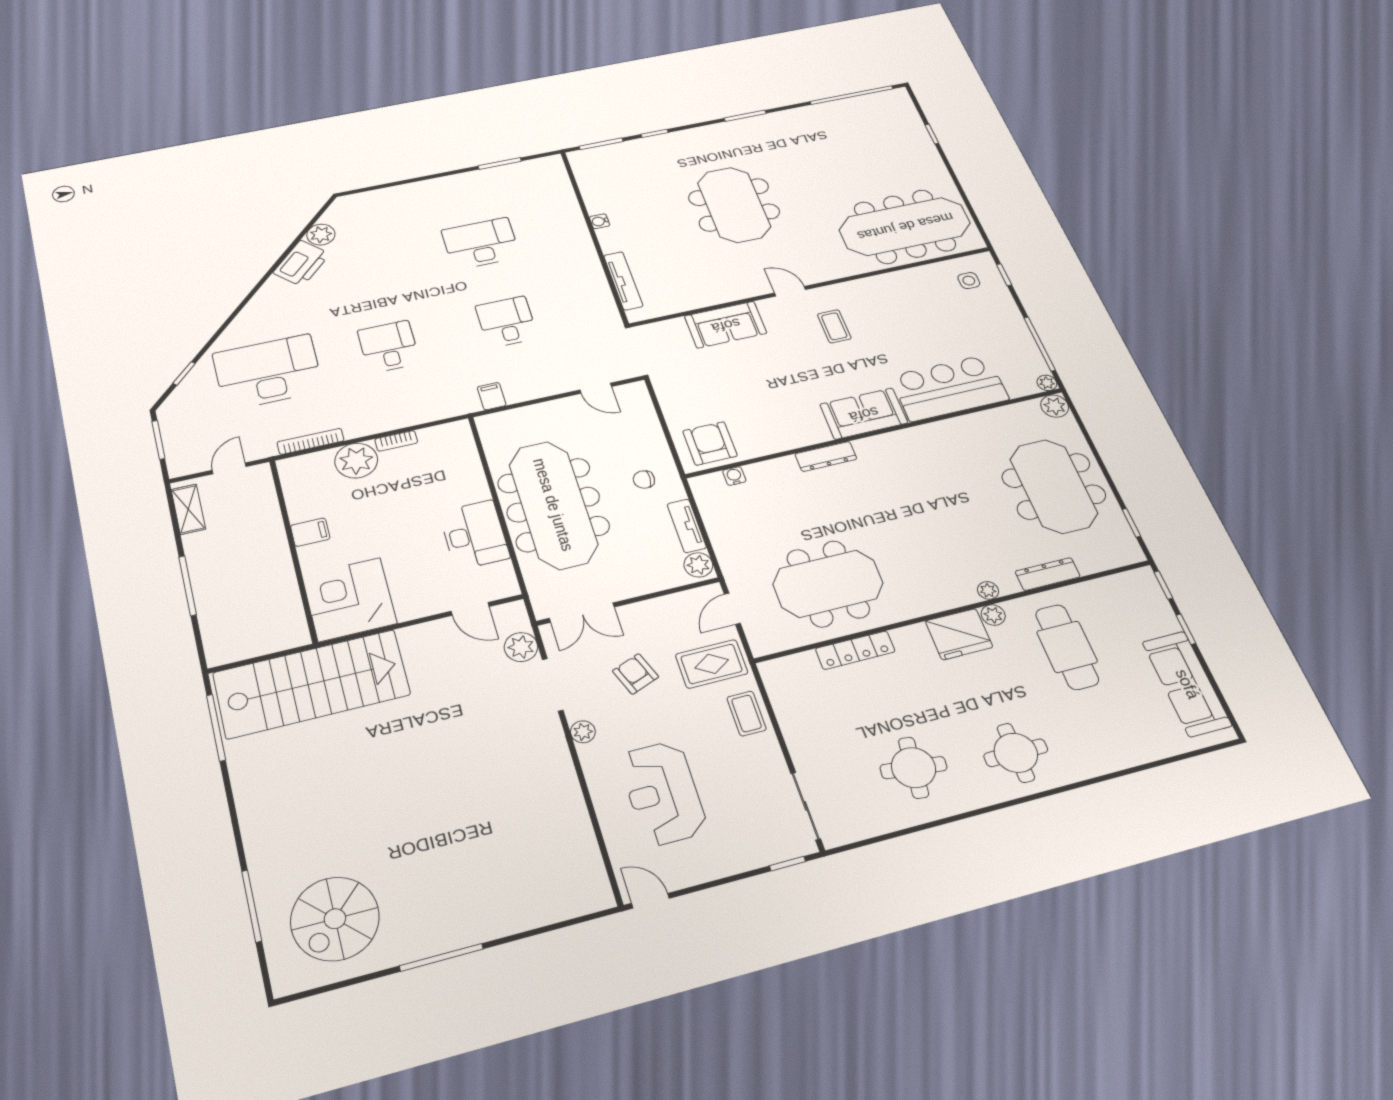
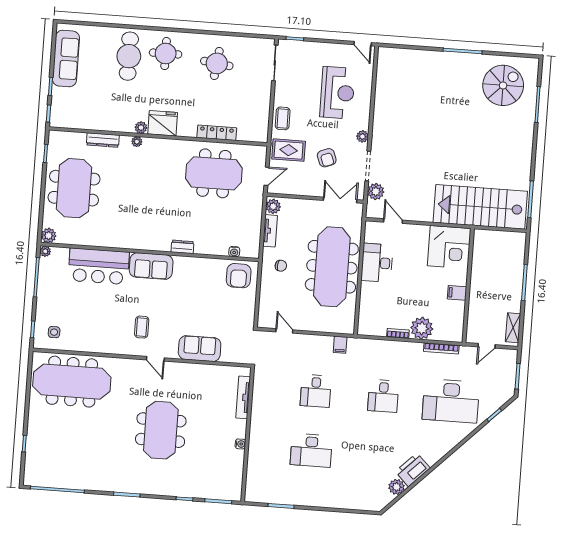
dresser: (826, 456) -> (182, 247), width x0.70
cafe table: (1067, 647) -> (129, 56), moved

